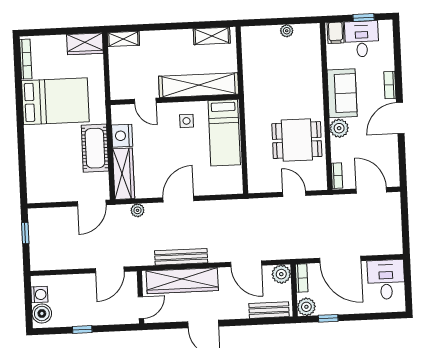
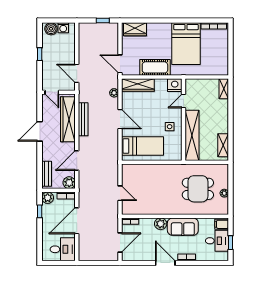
wardrobe: (85, 44) -> (135, 29), moved, turned -90
bed: (224, 133) -> (142, 146), moved, turned 180
nightstand: (122, 136) -> (175, 85), moved
dining table: (297, 140) -> (198, 189), moved, turned 90
door: (294, 194) -> (120, 193), hinge flipped

